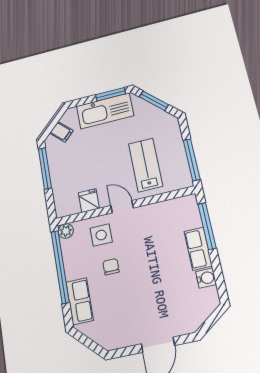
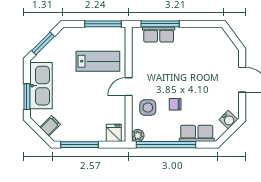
window: (111, 94) -> (27, 97), moved
lab bench: (146, 165) -> (98, 61), turned 180
fridge: (89, 201) -> (114, 133), moved, turned 90
row of seats: (198, 249) -> (159, 34), moved
water cooler: (206, 278) -> (228, 120), moved, turned 135

